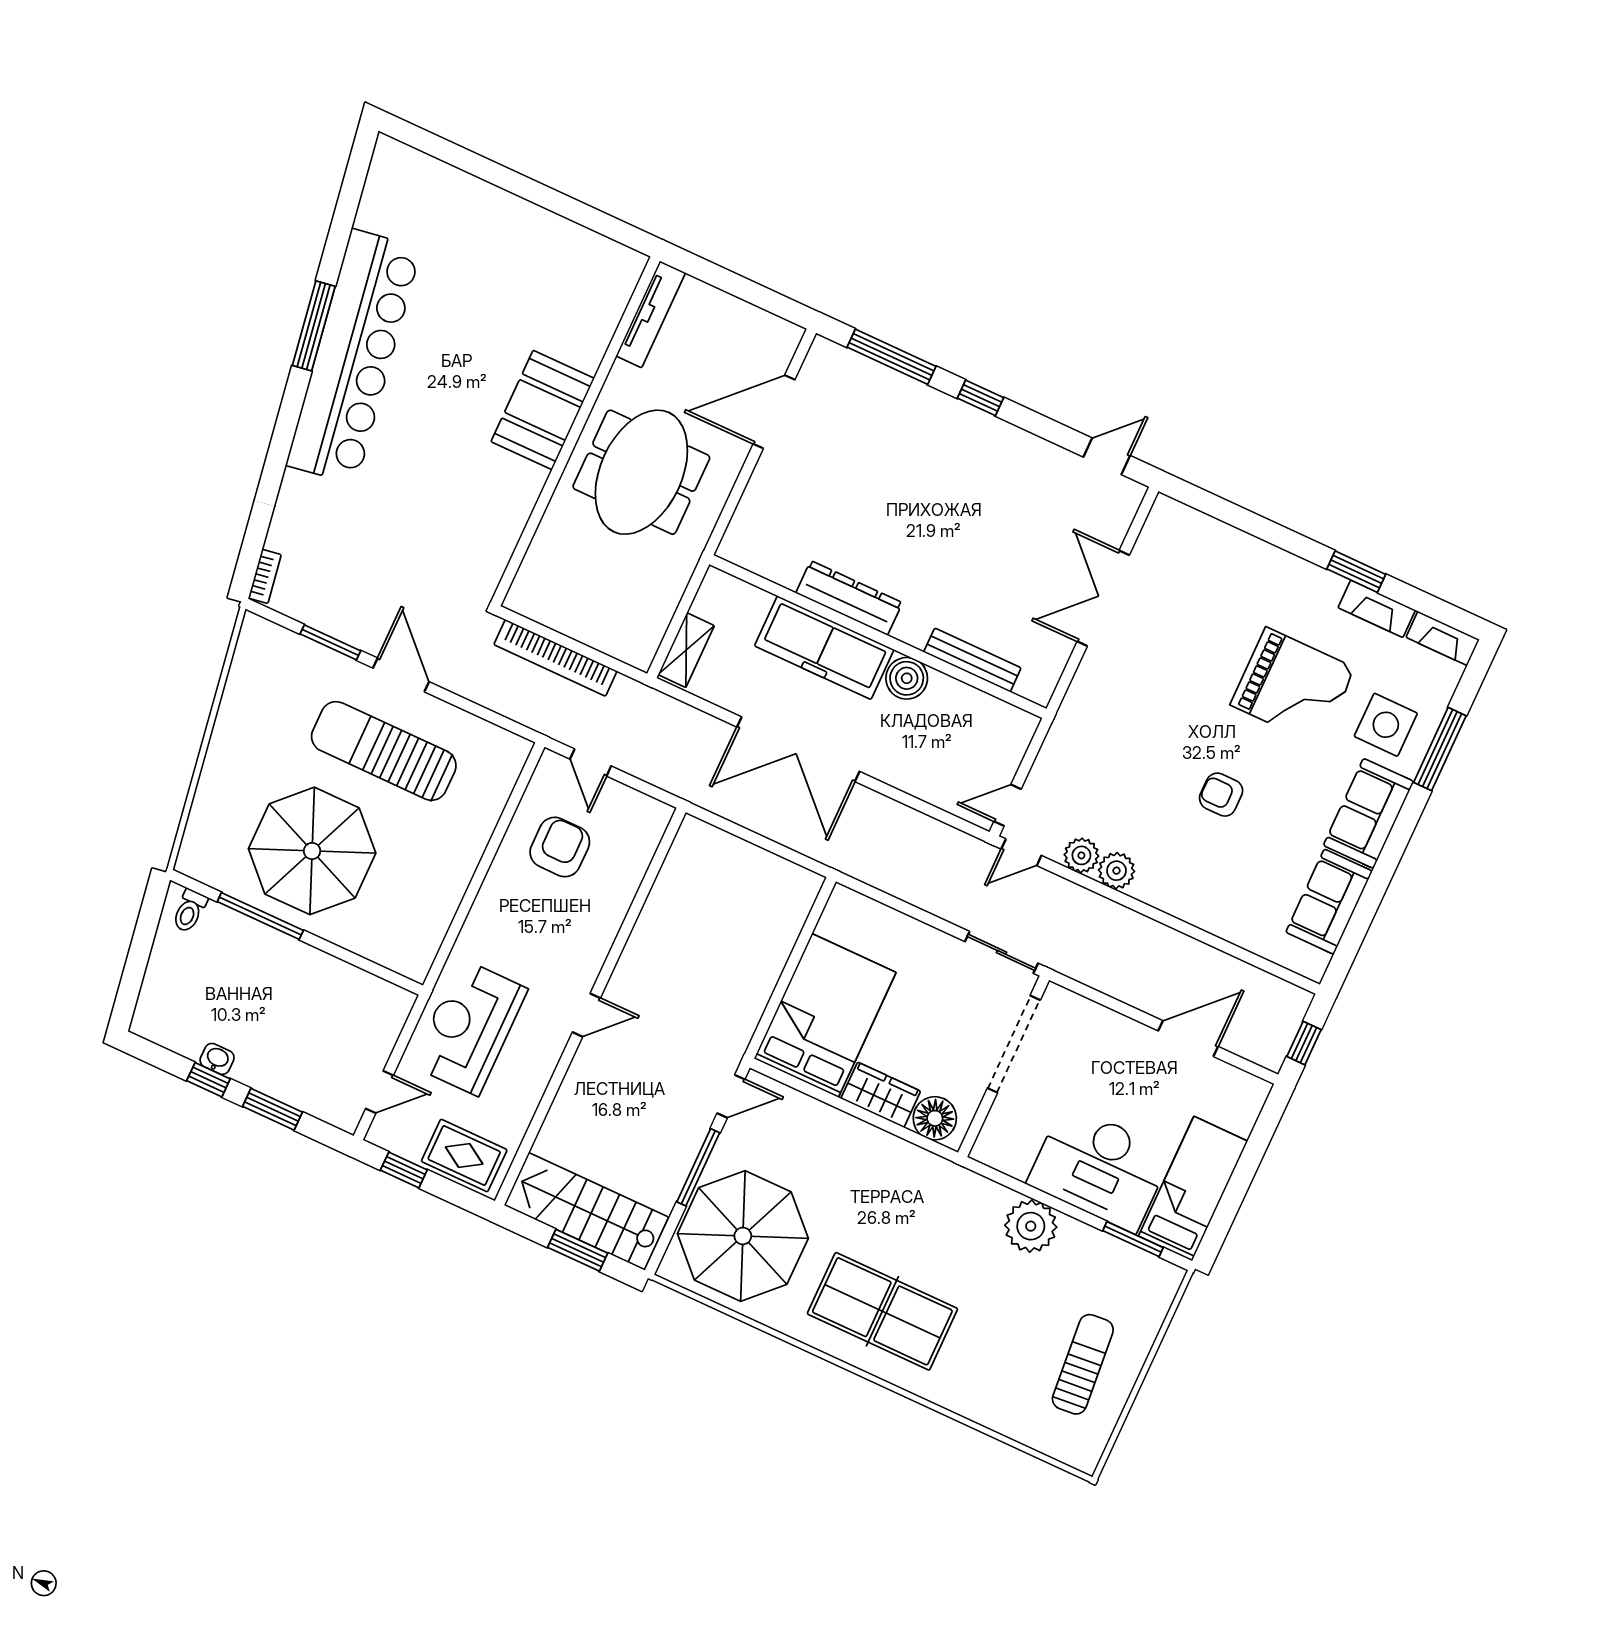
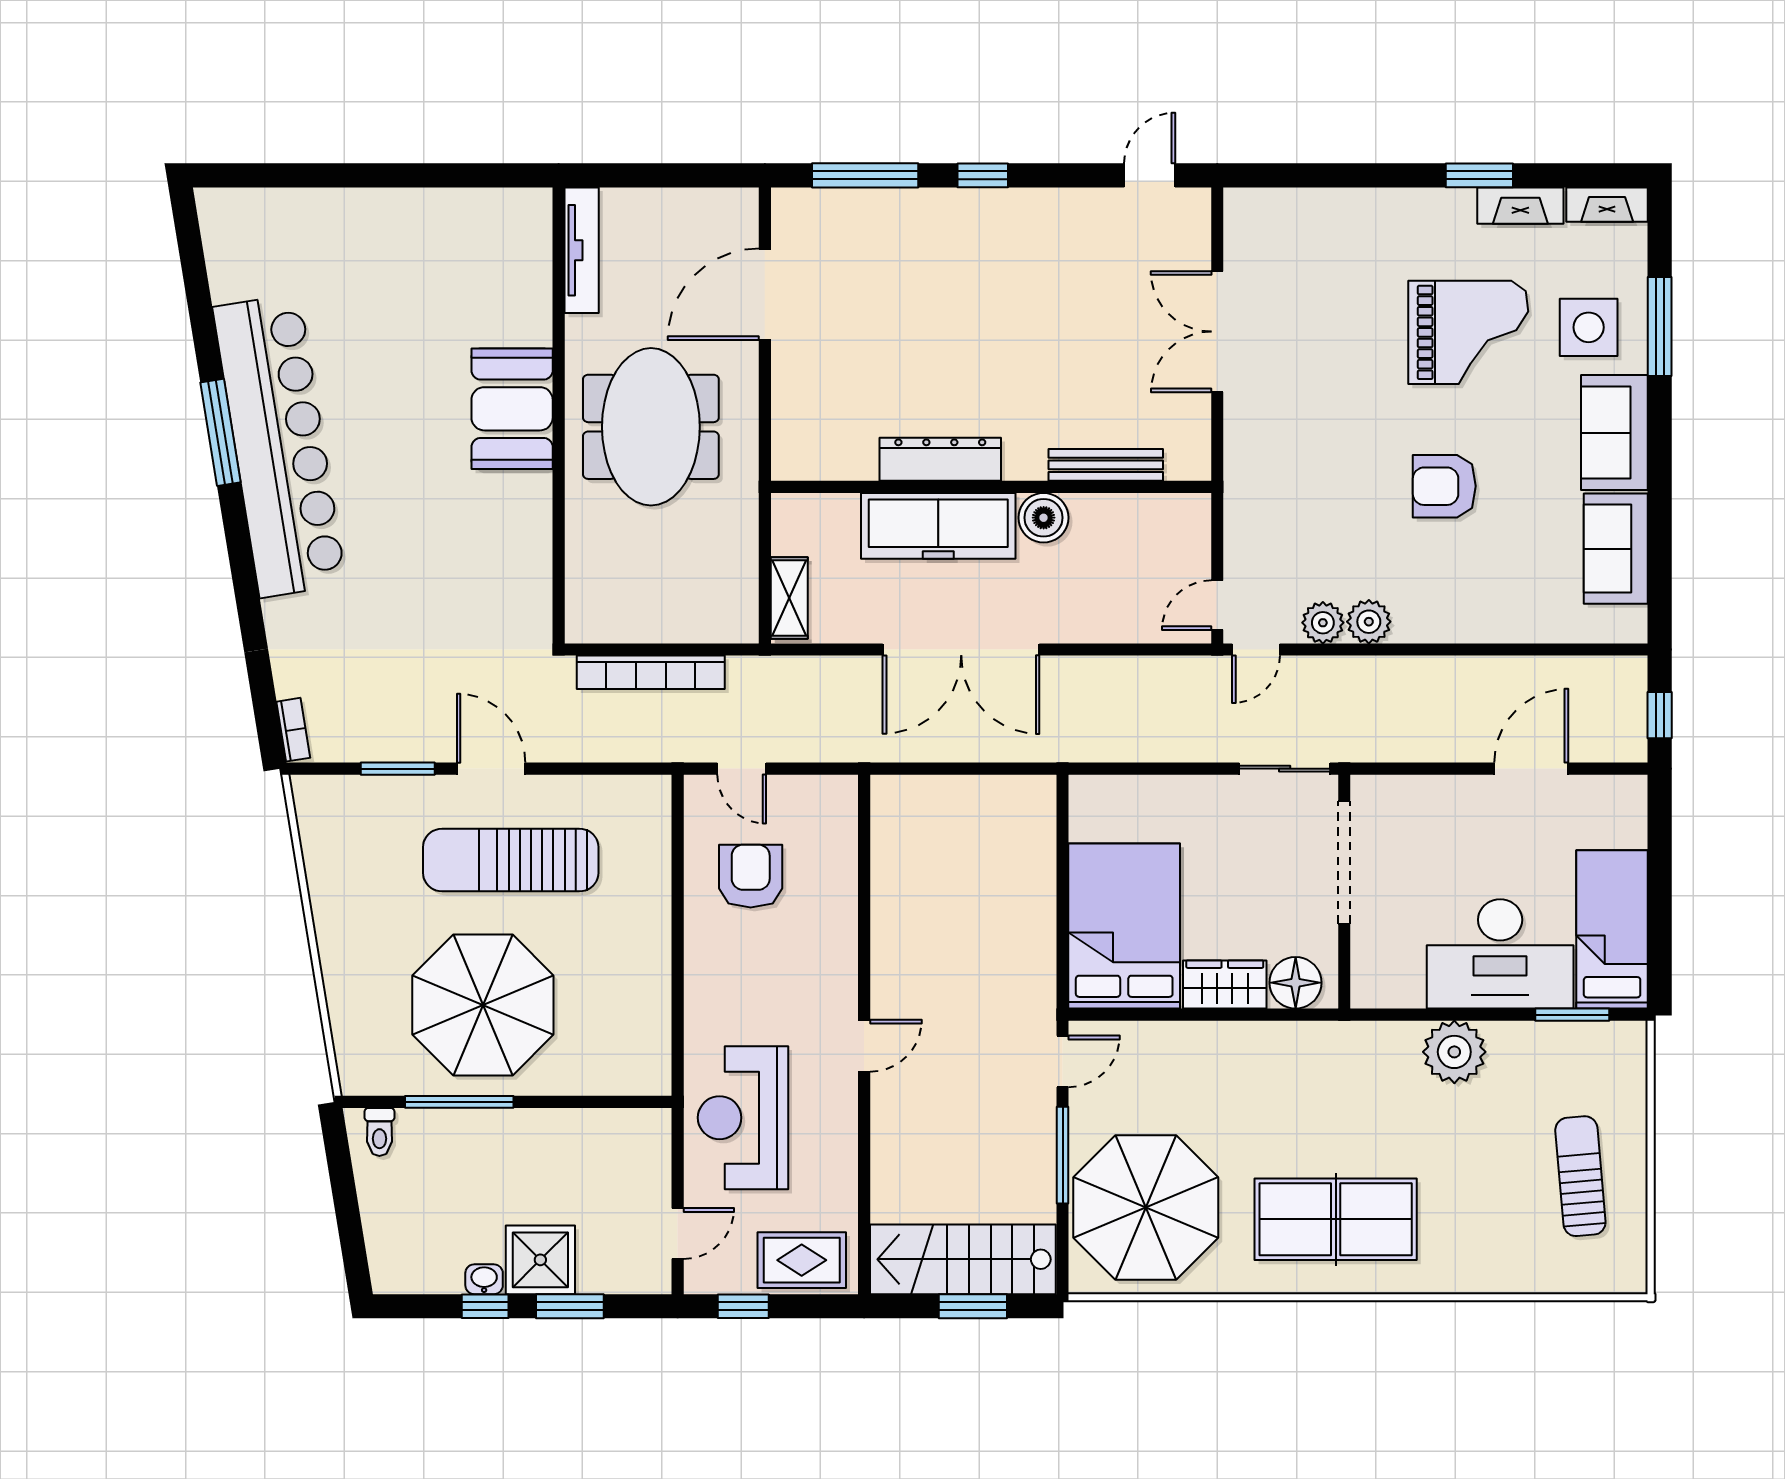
armchair: (1221, 795) -> (1444, 486), width x1.38, depth x1.38
shower: (266, 1064) -> (540, 1260), added

